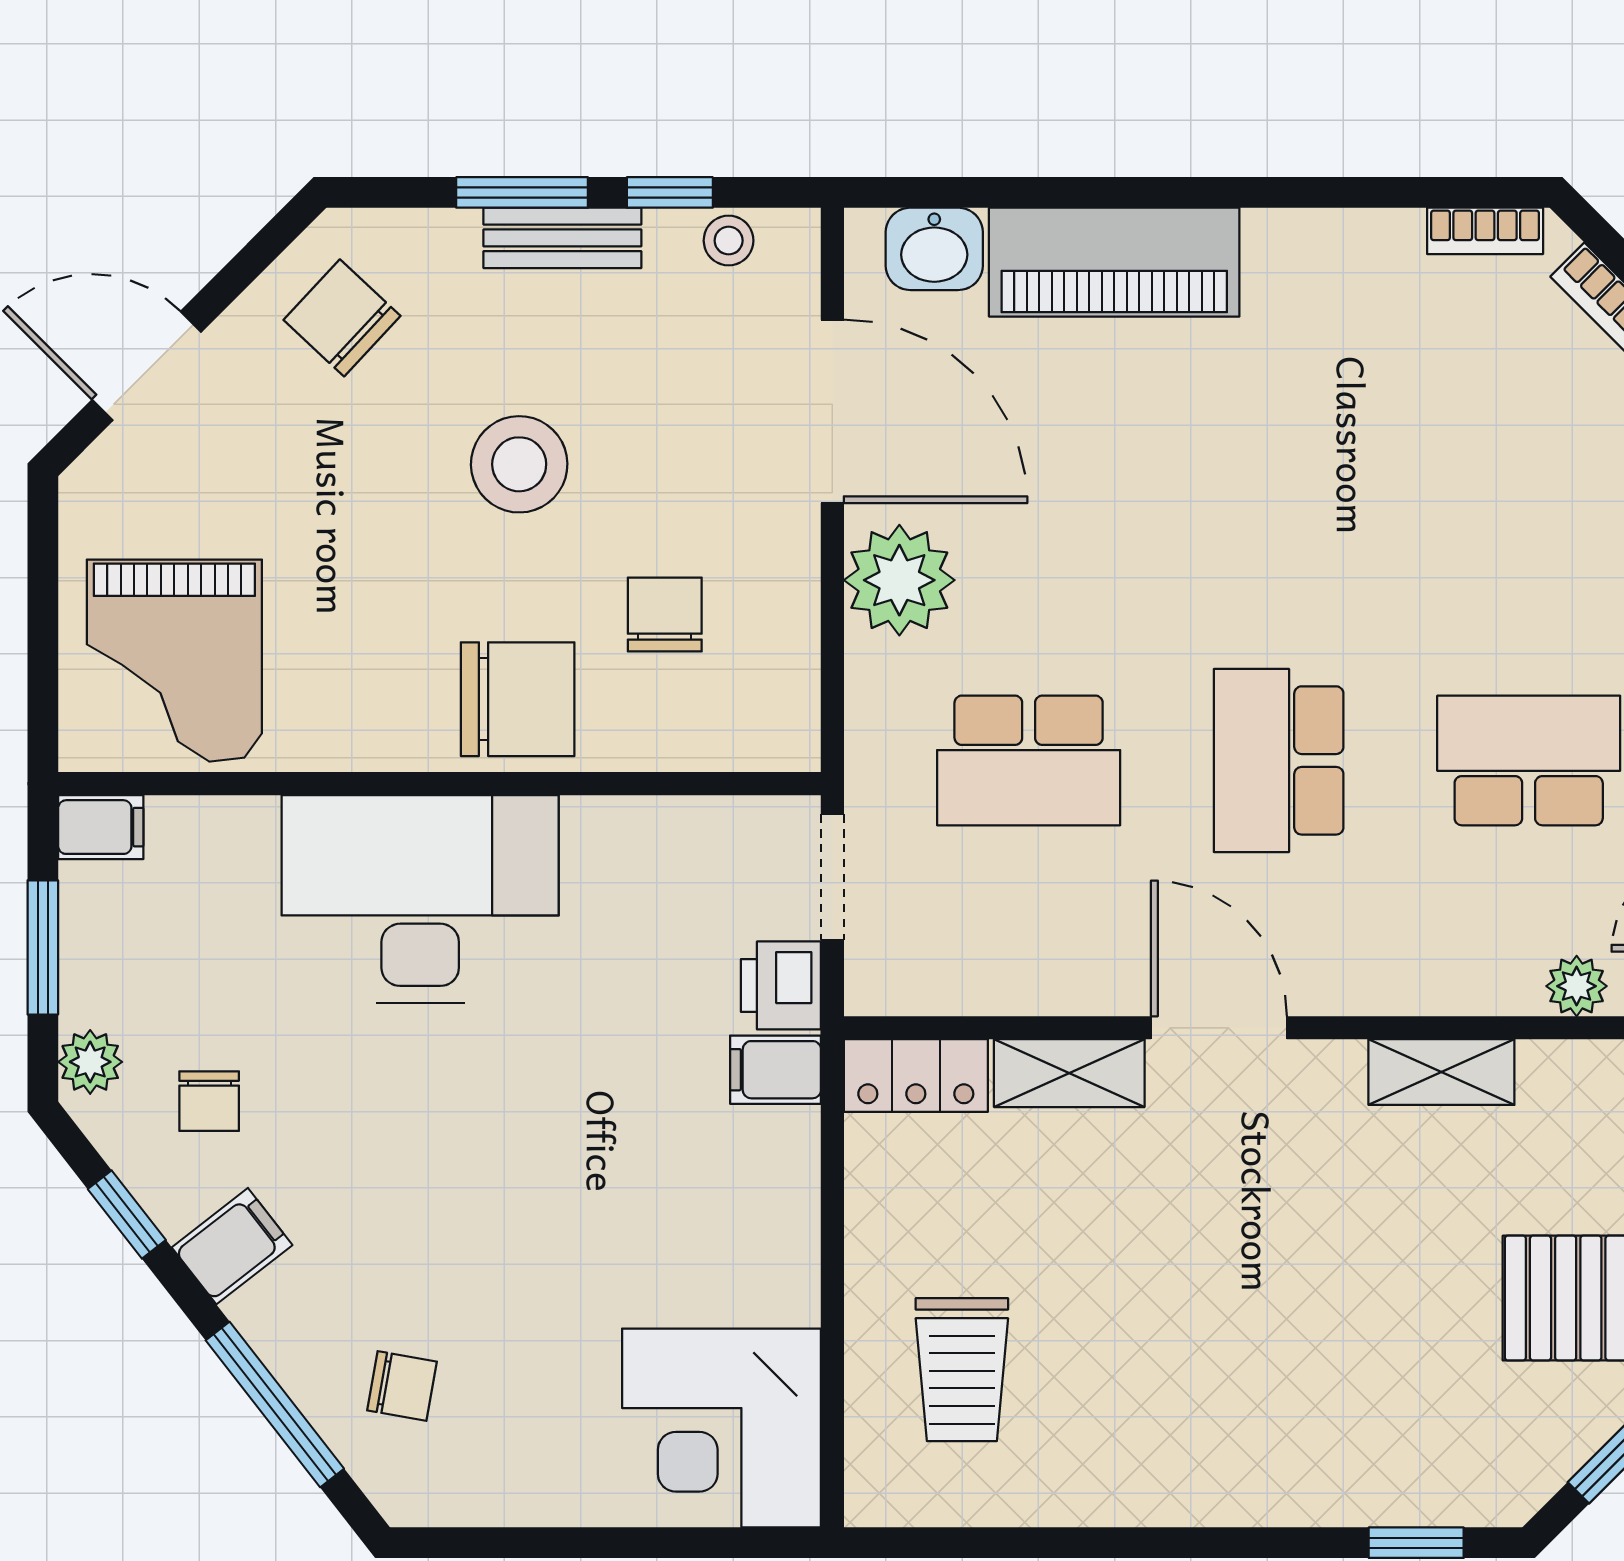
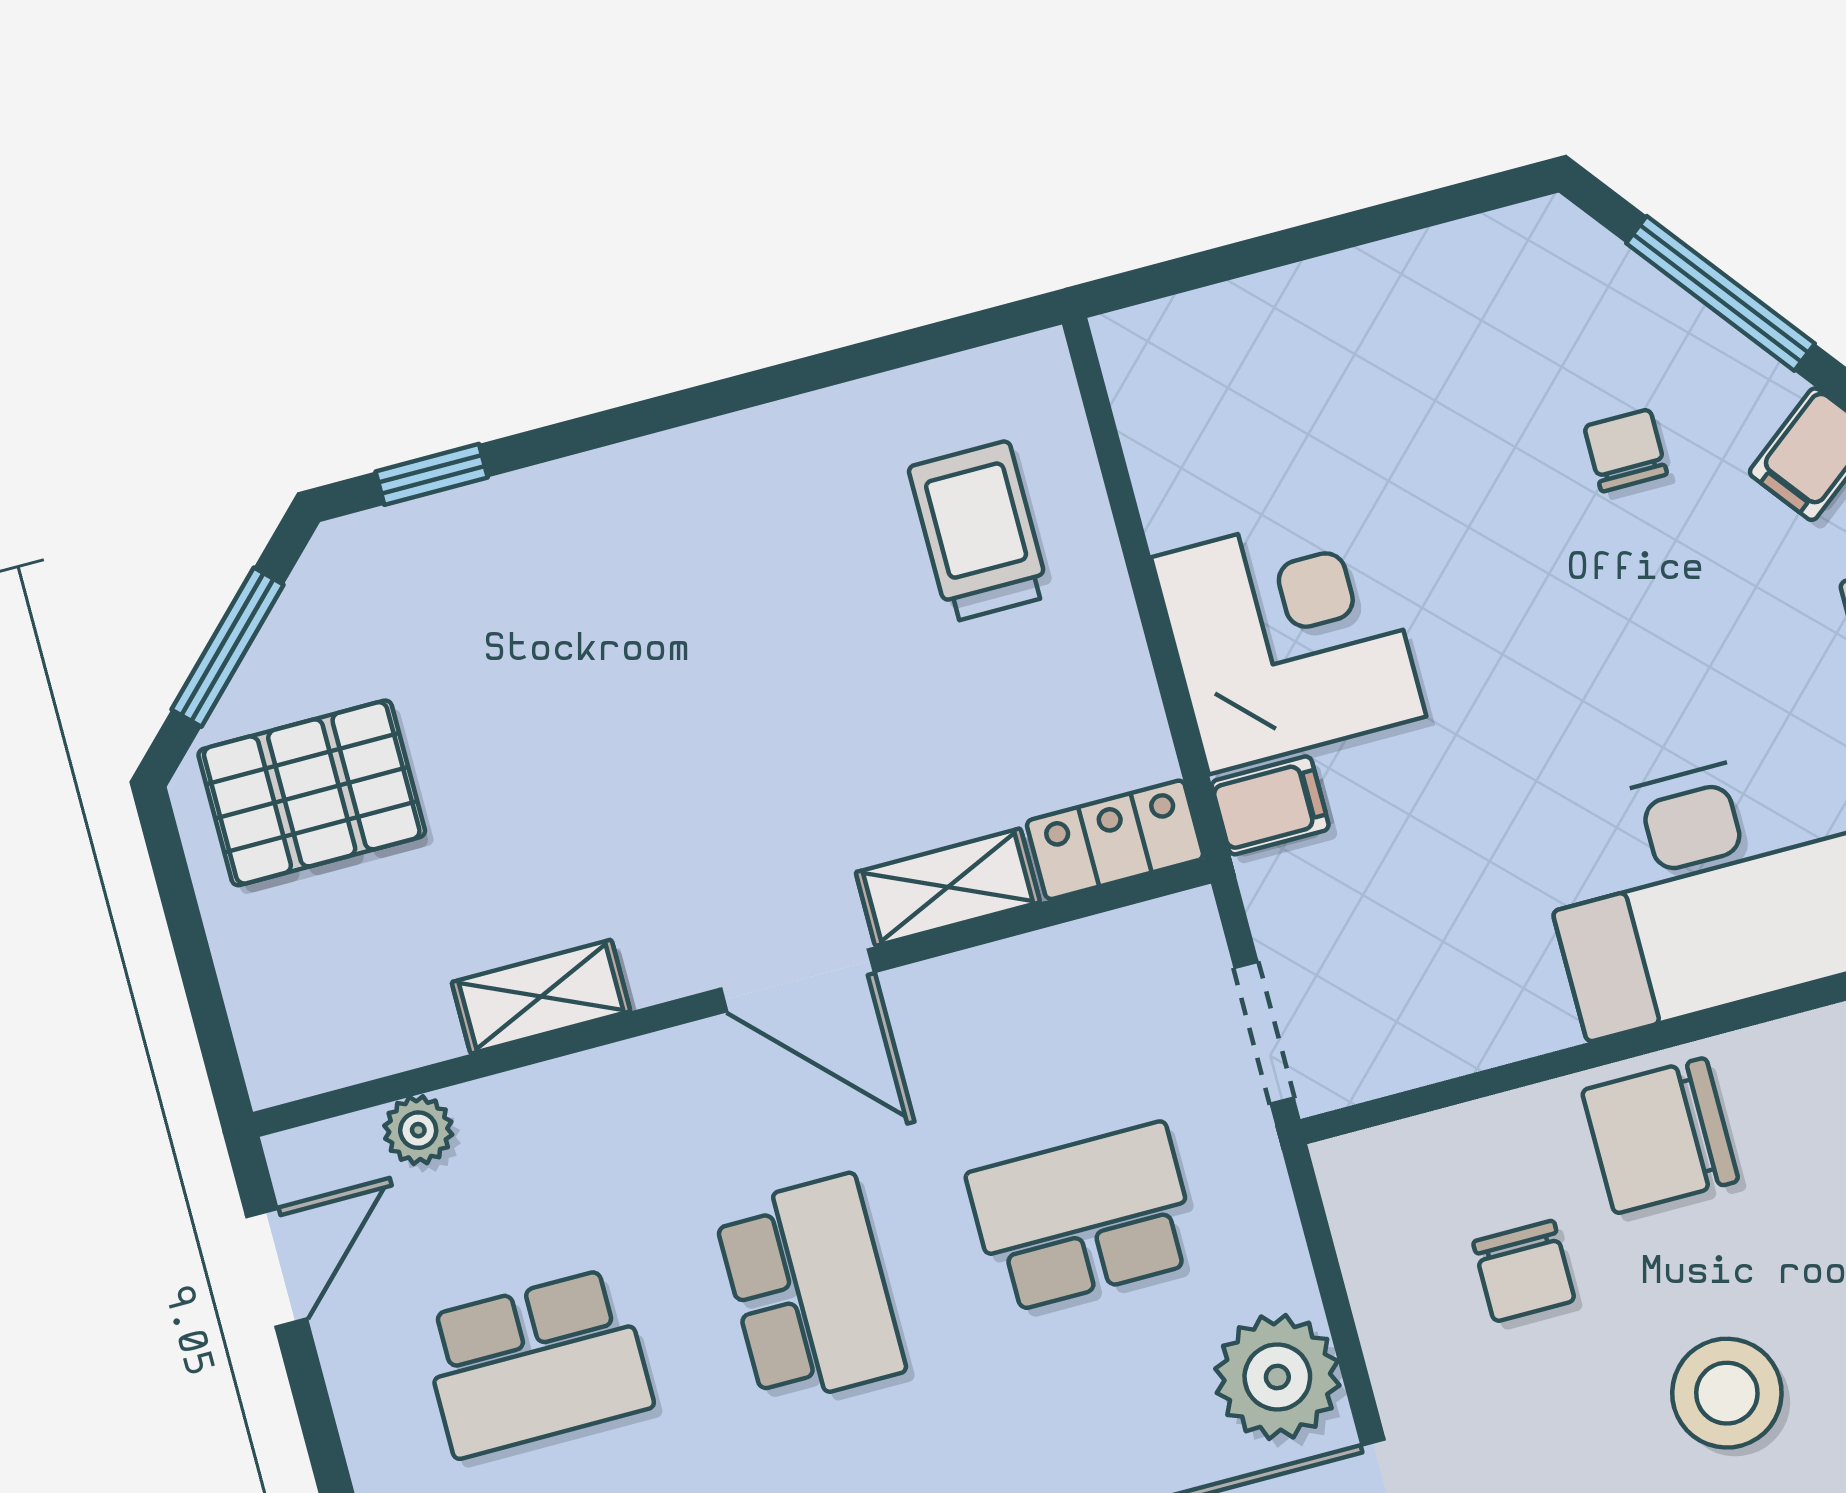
printer: (781, 985) -> (1289, 899), removed
chair: (402, 1386) -> (1626, 450), moved, turned 80
corner desk: (721, 1428) -> (1289, 637), moved

